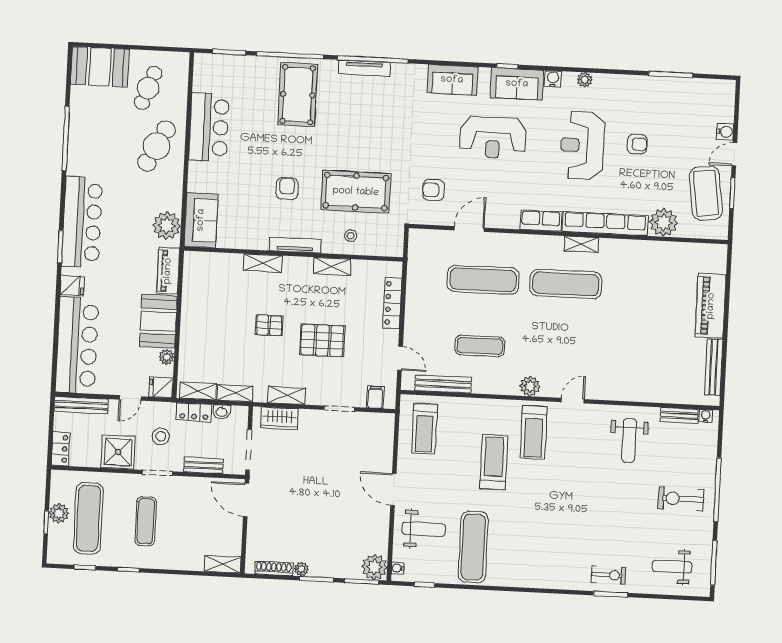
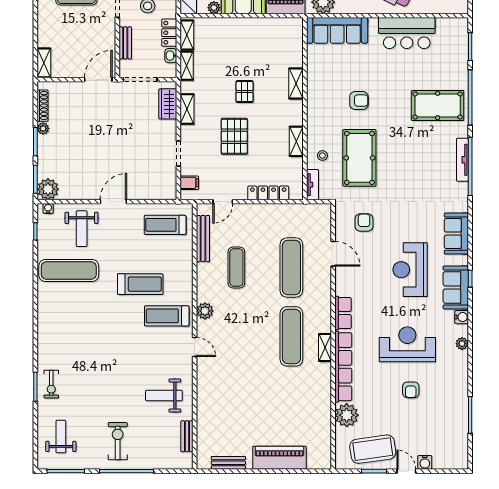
sofa: (201, 220) -> (337, 30), width x1.36
tv unit: (295, 245) -> (312, 185), moved, width x0.71
bench: (714, 367) -> (228, 463), width x0.73
water cooler: (706, 416) -> (188, 458), removed

